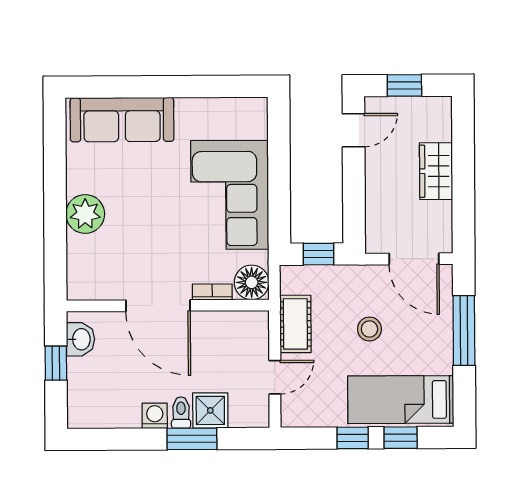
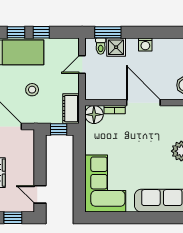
door: (354, 130) -> (40, 194), hinge flipped
corner sofa: (230, 195) -> (105, 184), moved
cot: (295, 324) -> (71, 109), moved
toilet: (181, 413) -> (101, 46), moved
window: (192, 439) -> (108, 32), moved

